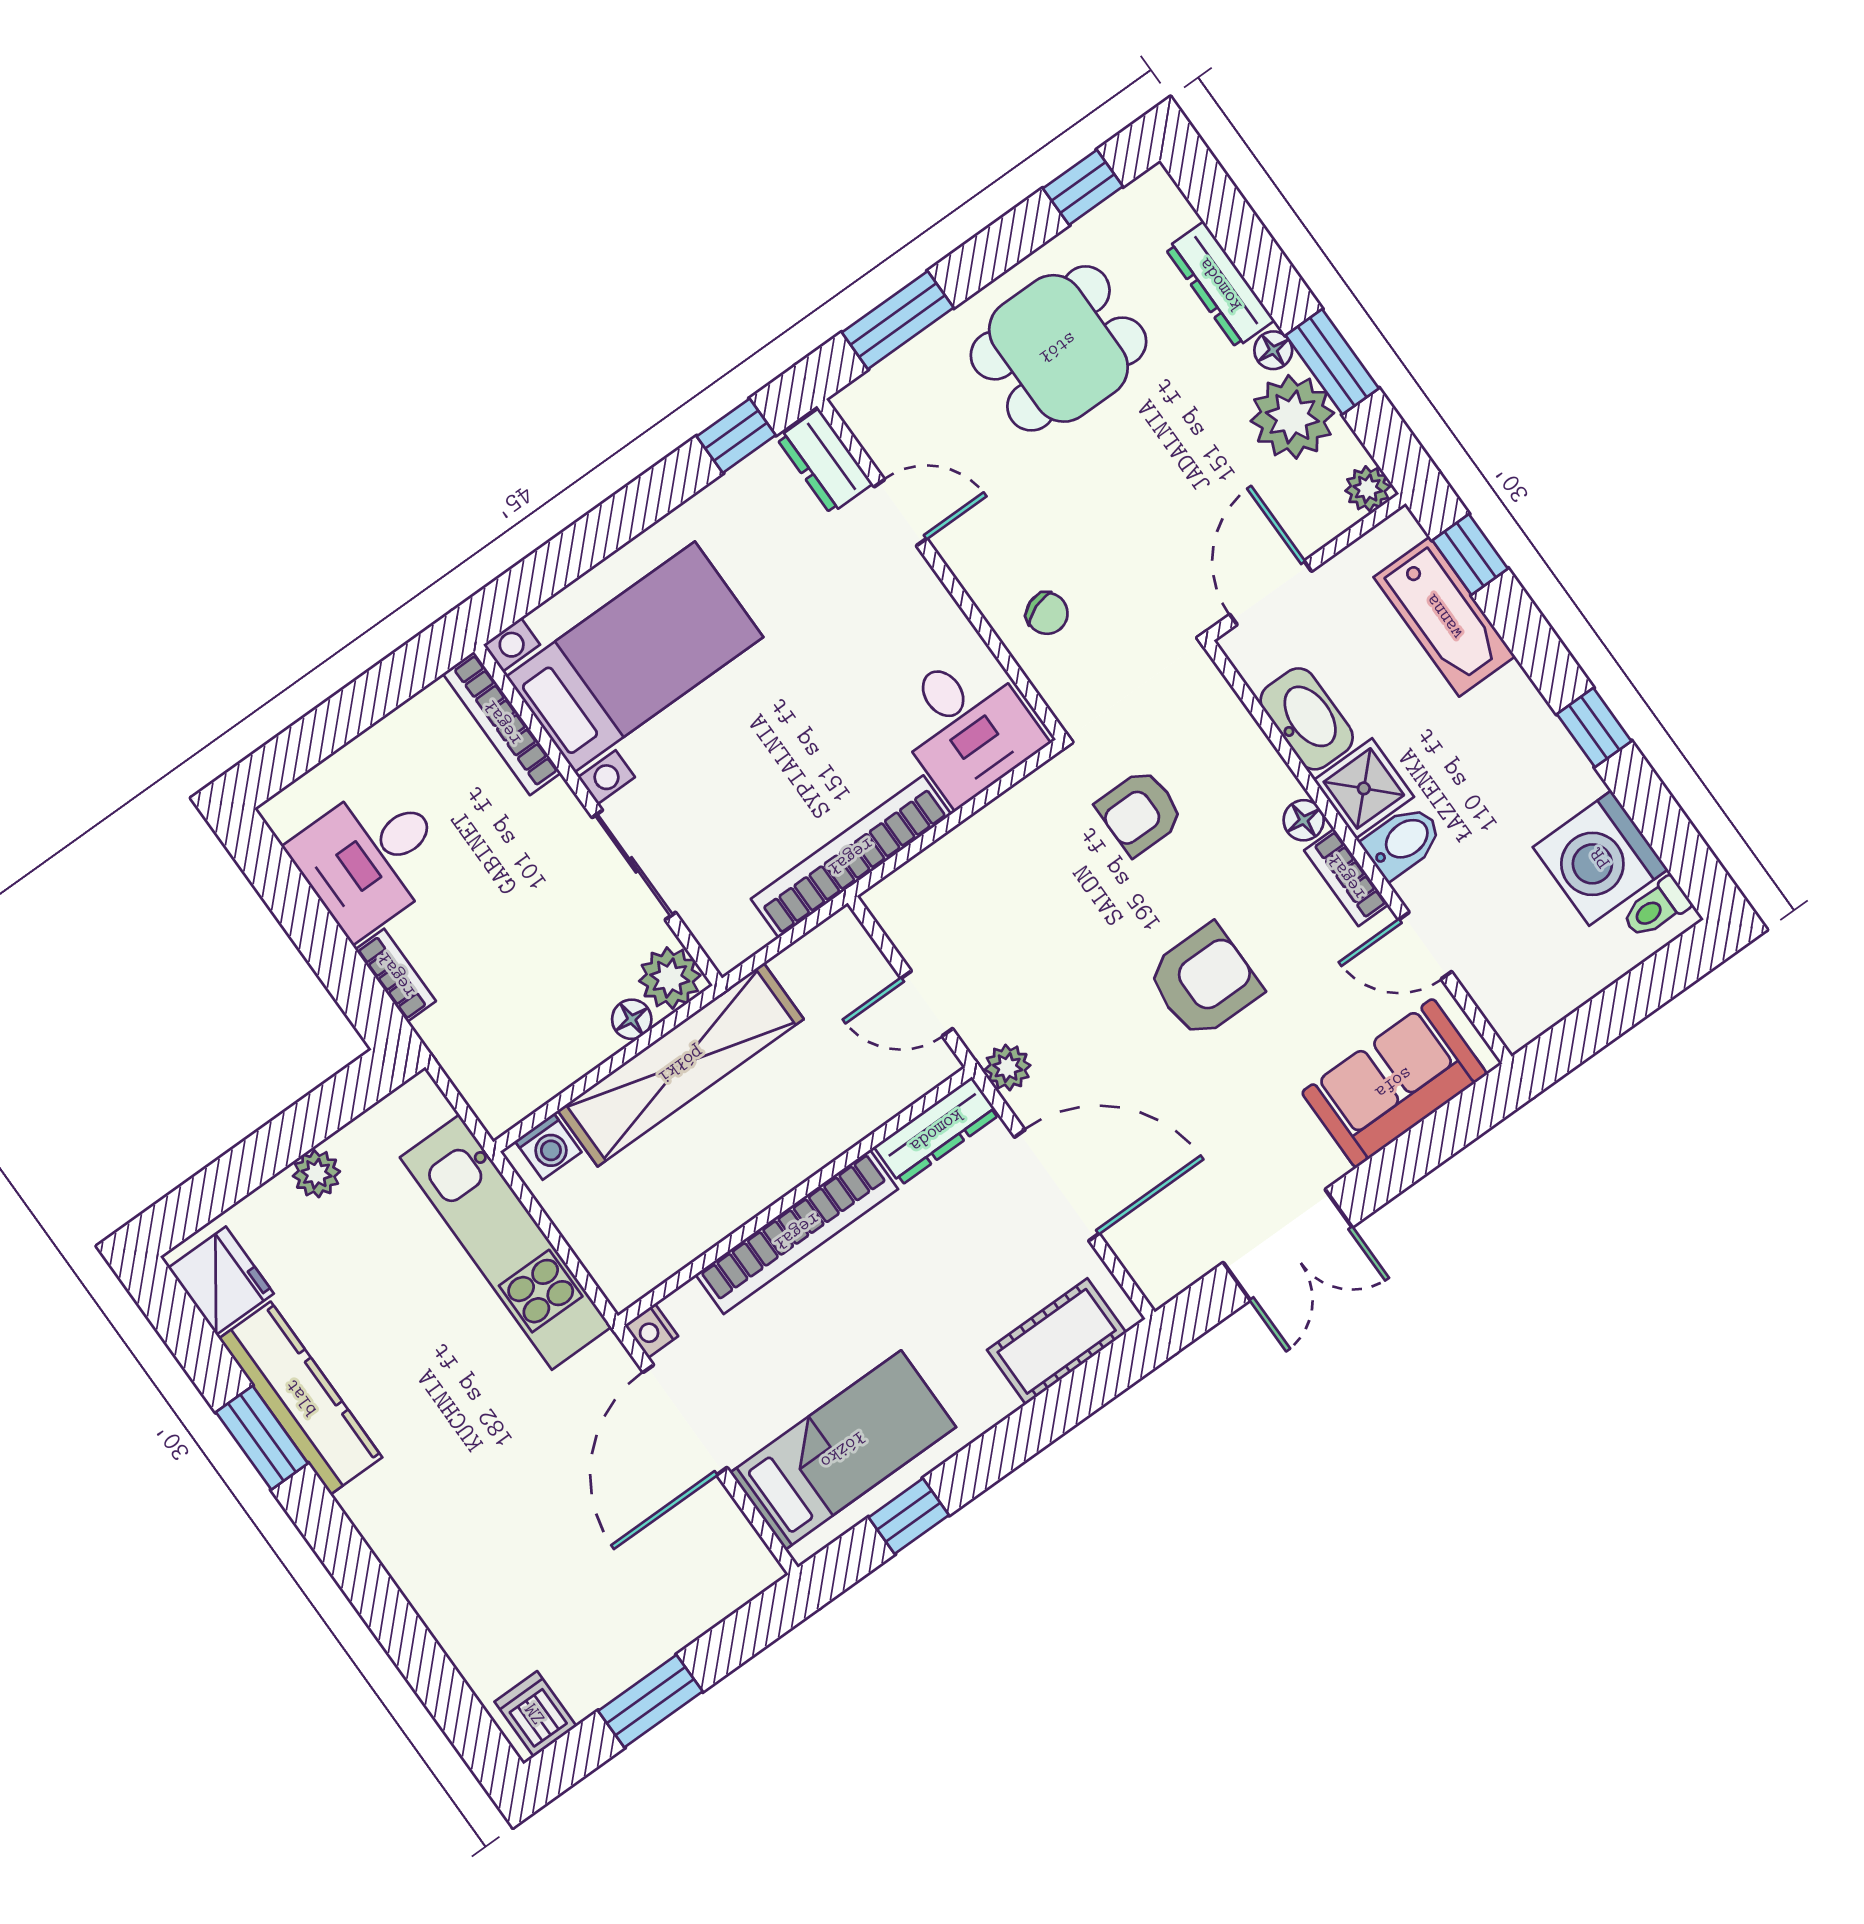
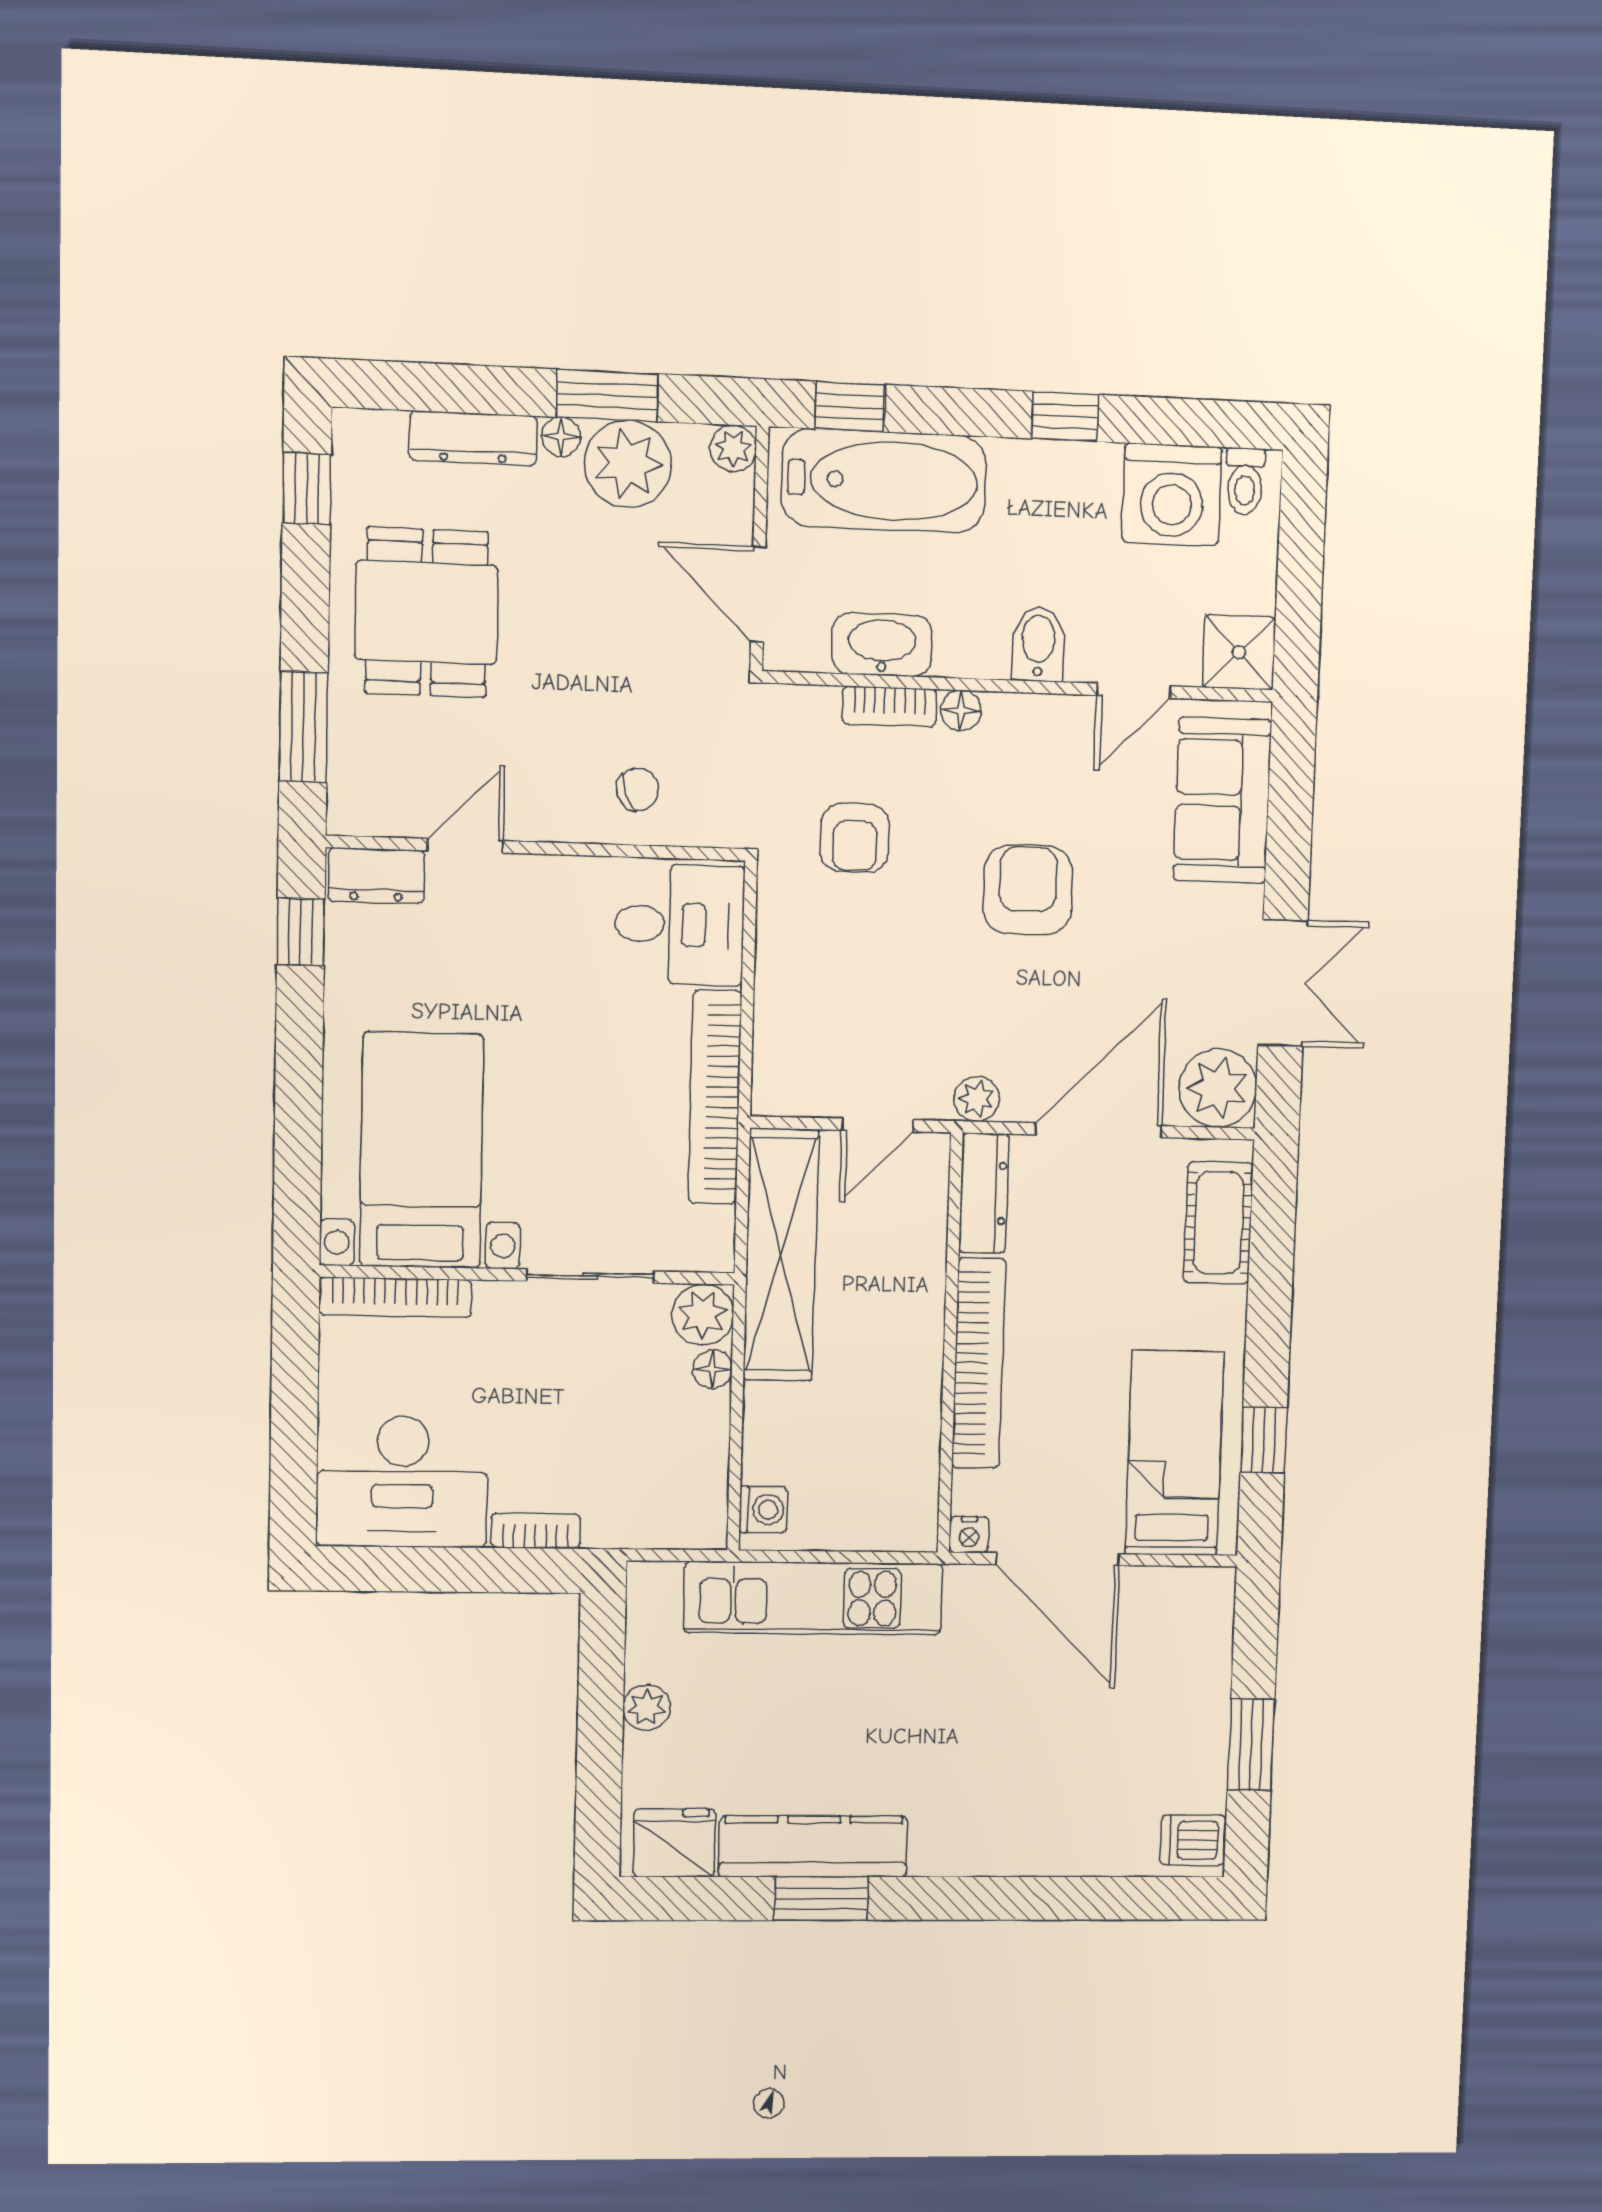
bathtub: (1444, 617) -> (884, 481), width x1.36, depth x1.36
shower: (1364, 788) -> (1239, 652), moved
desk: (371, 858) -> (402, 1482), width x1.37
bookcase: (1346, 877) -> (889, 706), moved
shelving: (681, 1065) -> (781, 1255), moved
plant: (1164, 1257) -> (1218, 1088), added

